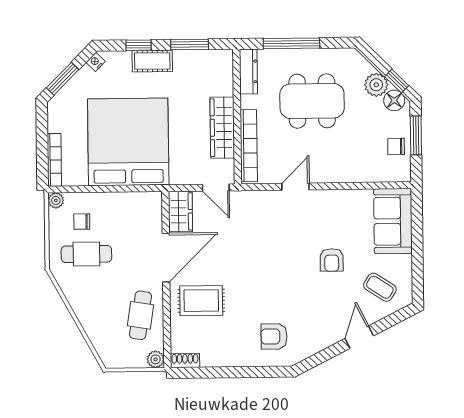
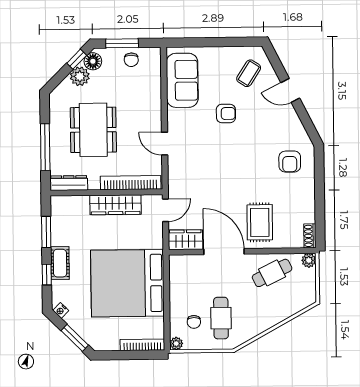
sofa: (393, 221) -> (182, 80), moved, turned -90
cafe table: (141, 315) -> (272, 273), turned -35

